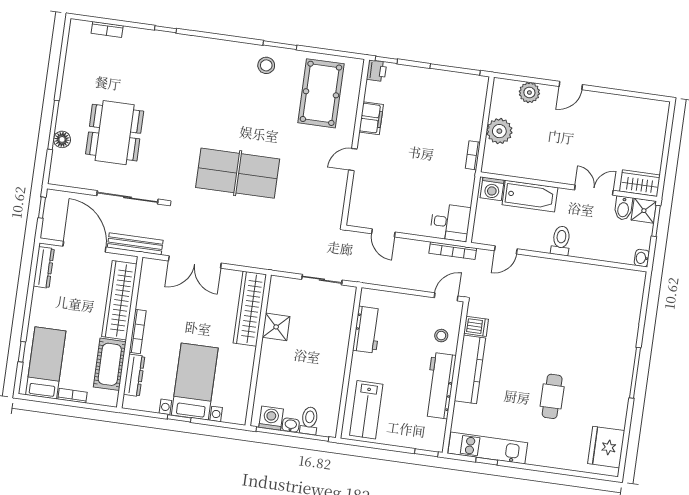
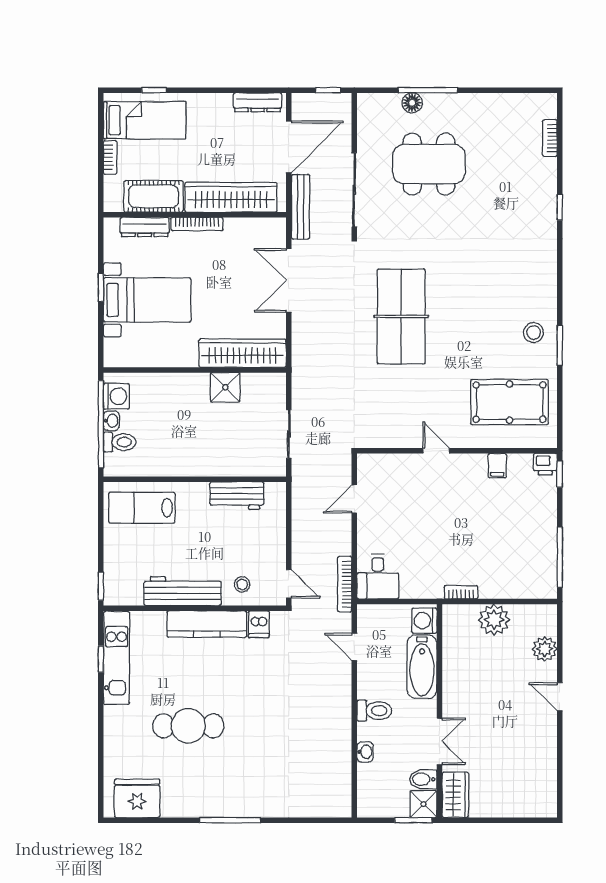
filing cabinet: (371, 118) -> (497, 466), width x0.50
washbasin: (642, 258) -> (365, 752), moved, turned 90
cafe table: (552, 396) -> (188, 726), width x1.37, depth x1.35

